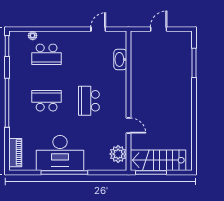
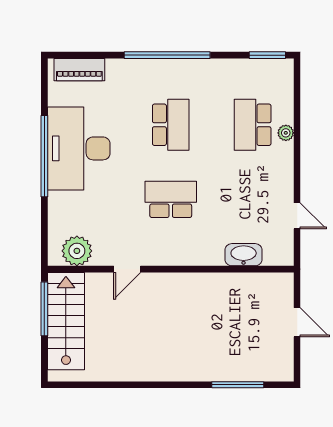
plant: (33, 36) -> (286, 133), moved

